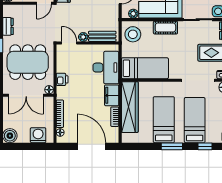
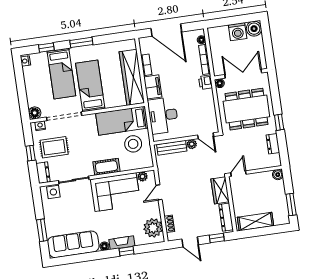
stool: (133, 34) -> (133, 144), moved
printer: (62, 79) -> (206, 82), moved
bed: (164, 120) -> (90, 86), moved, turned 180
washing machine: (38, 135) -> (238, 32), moved

